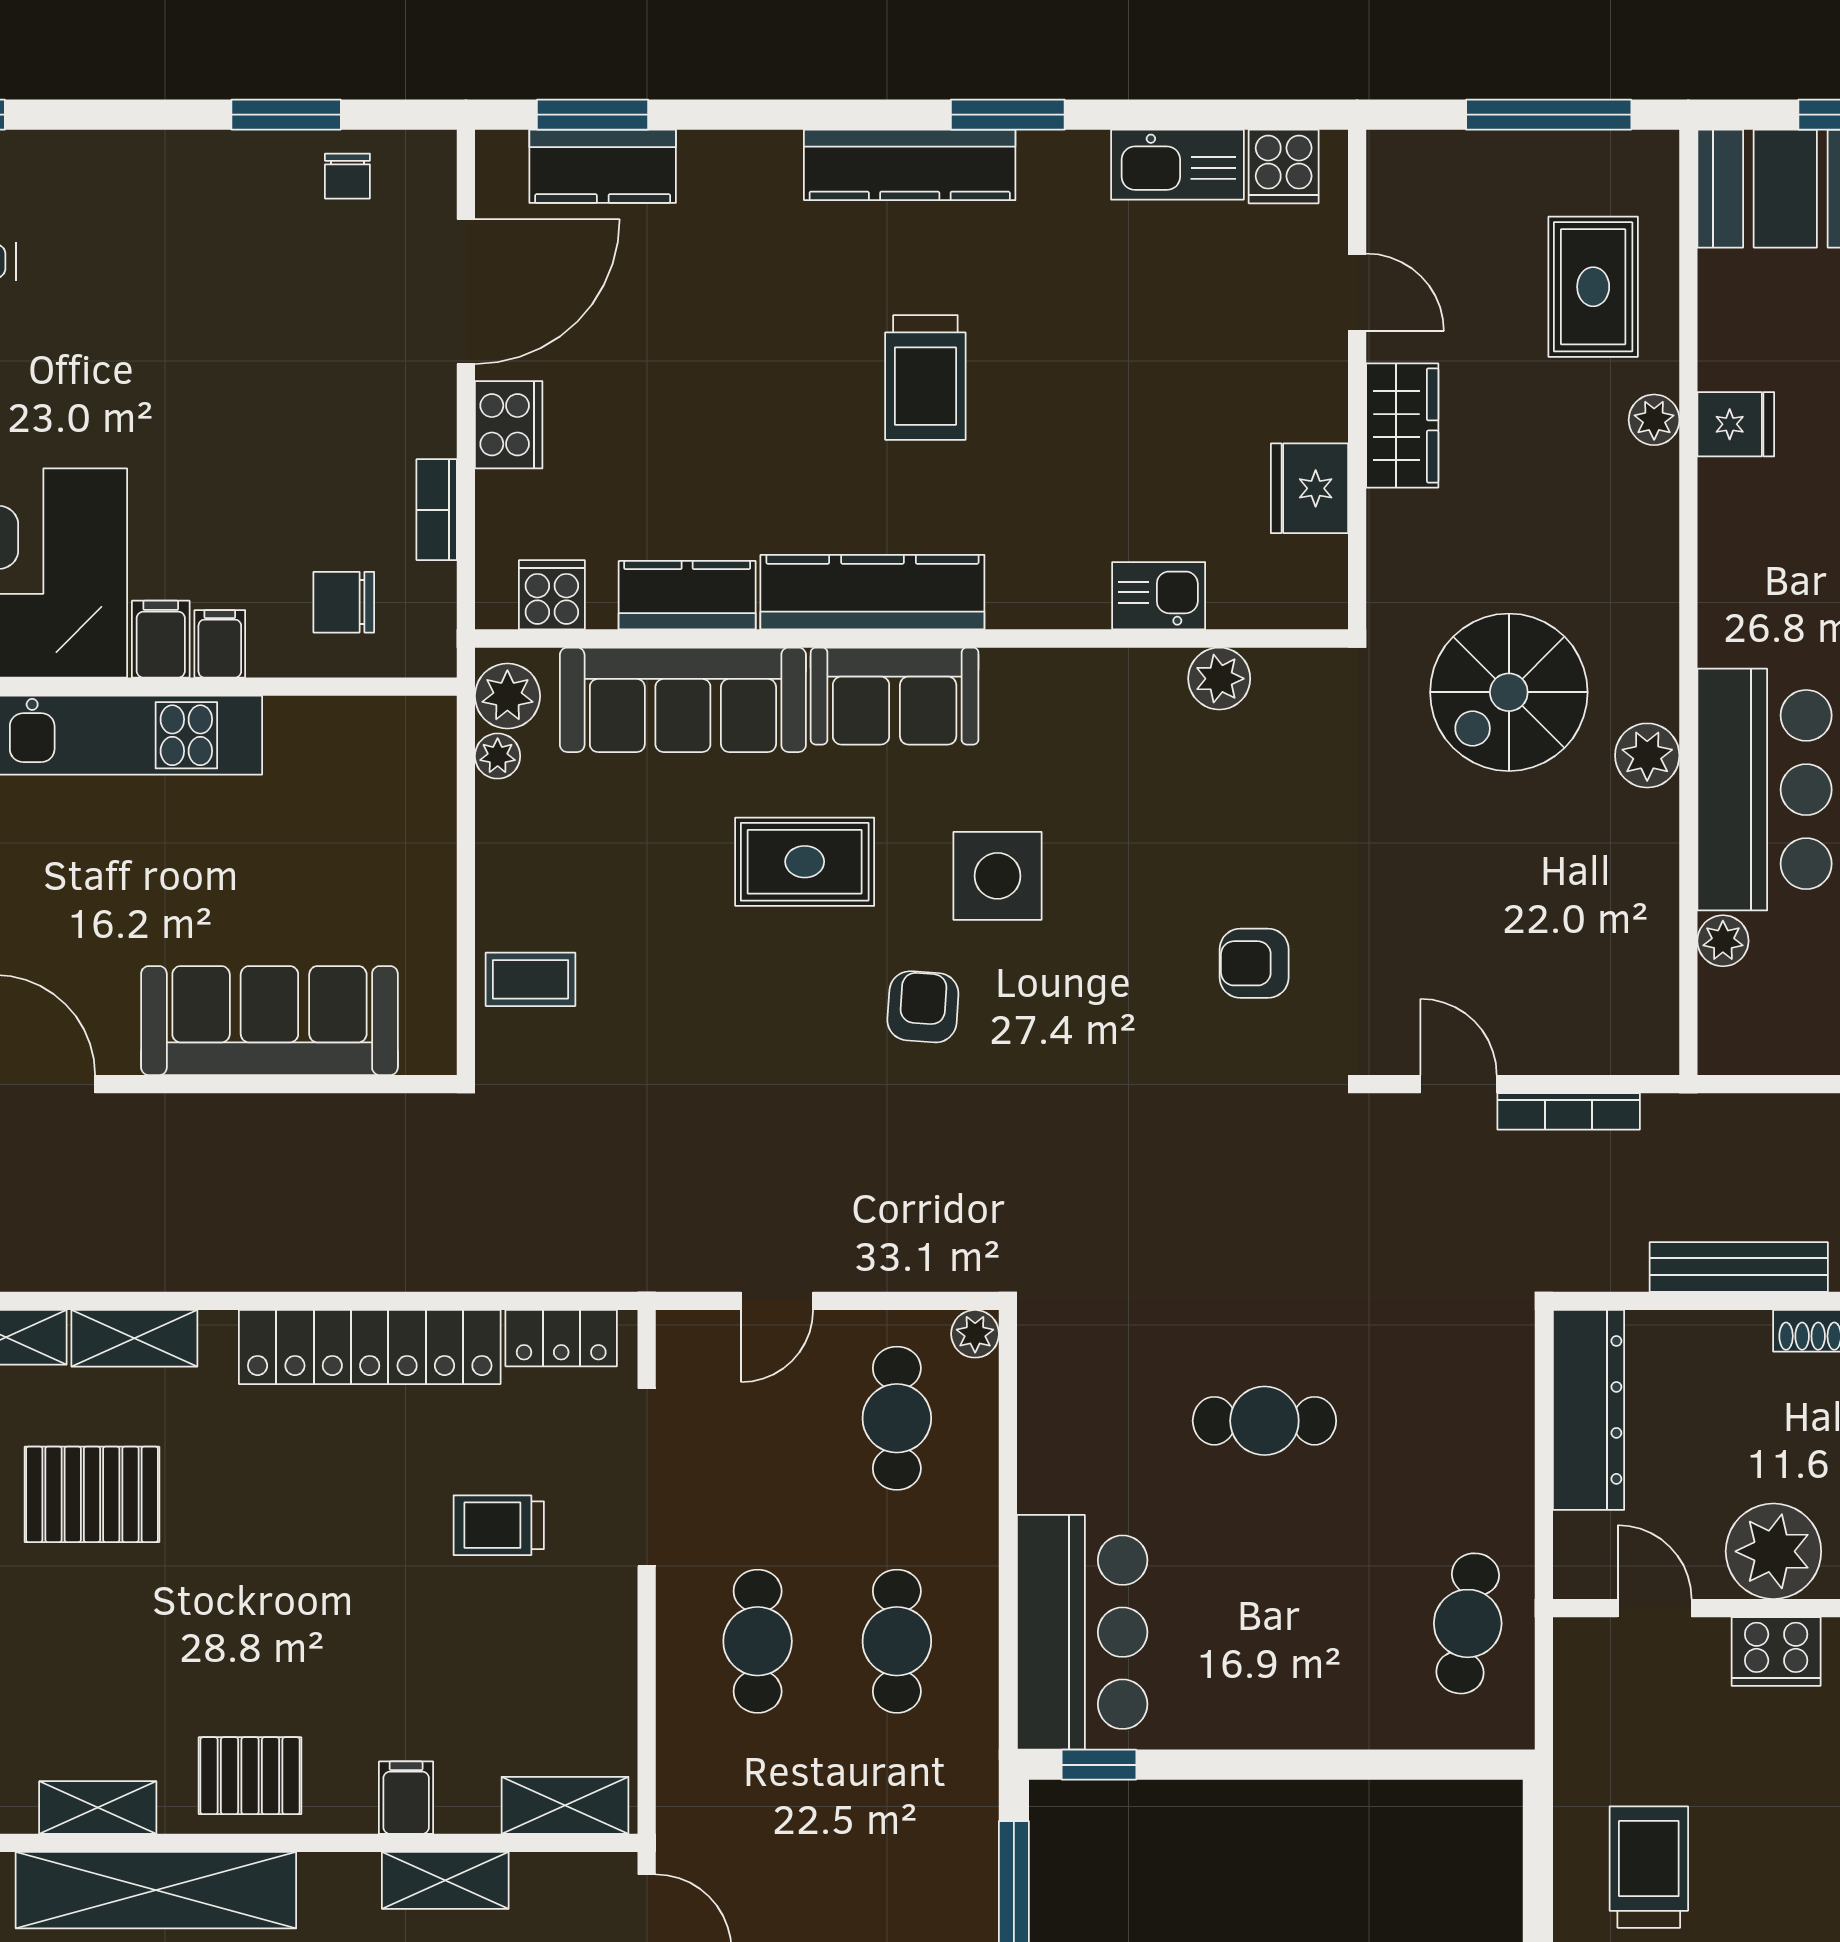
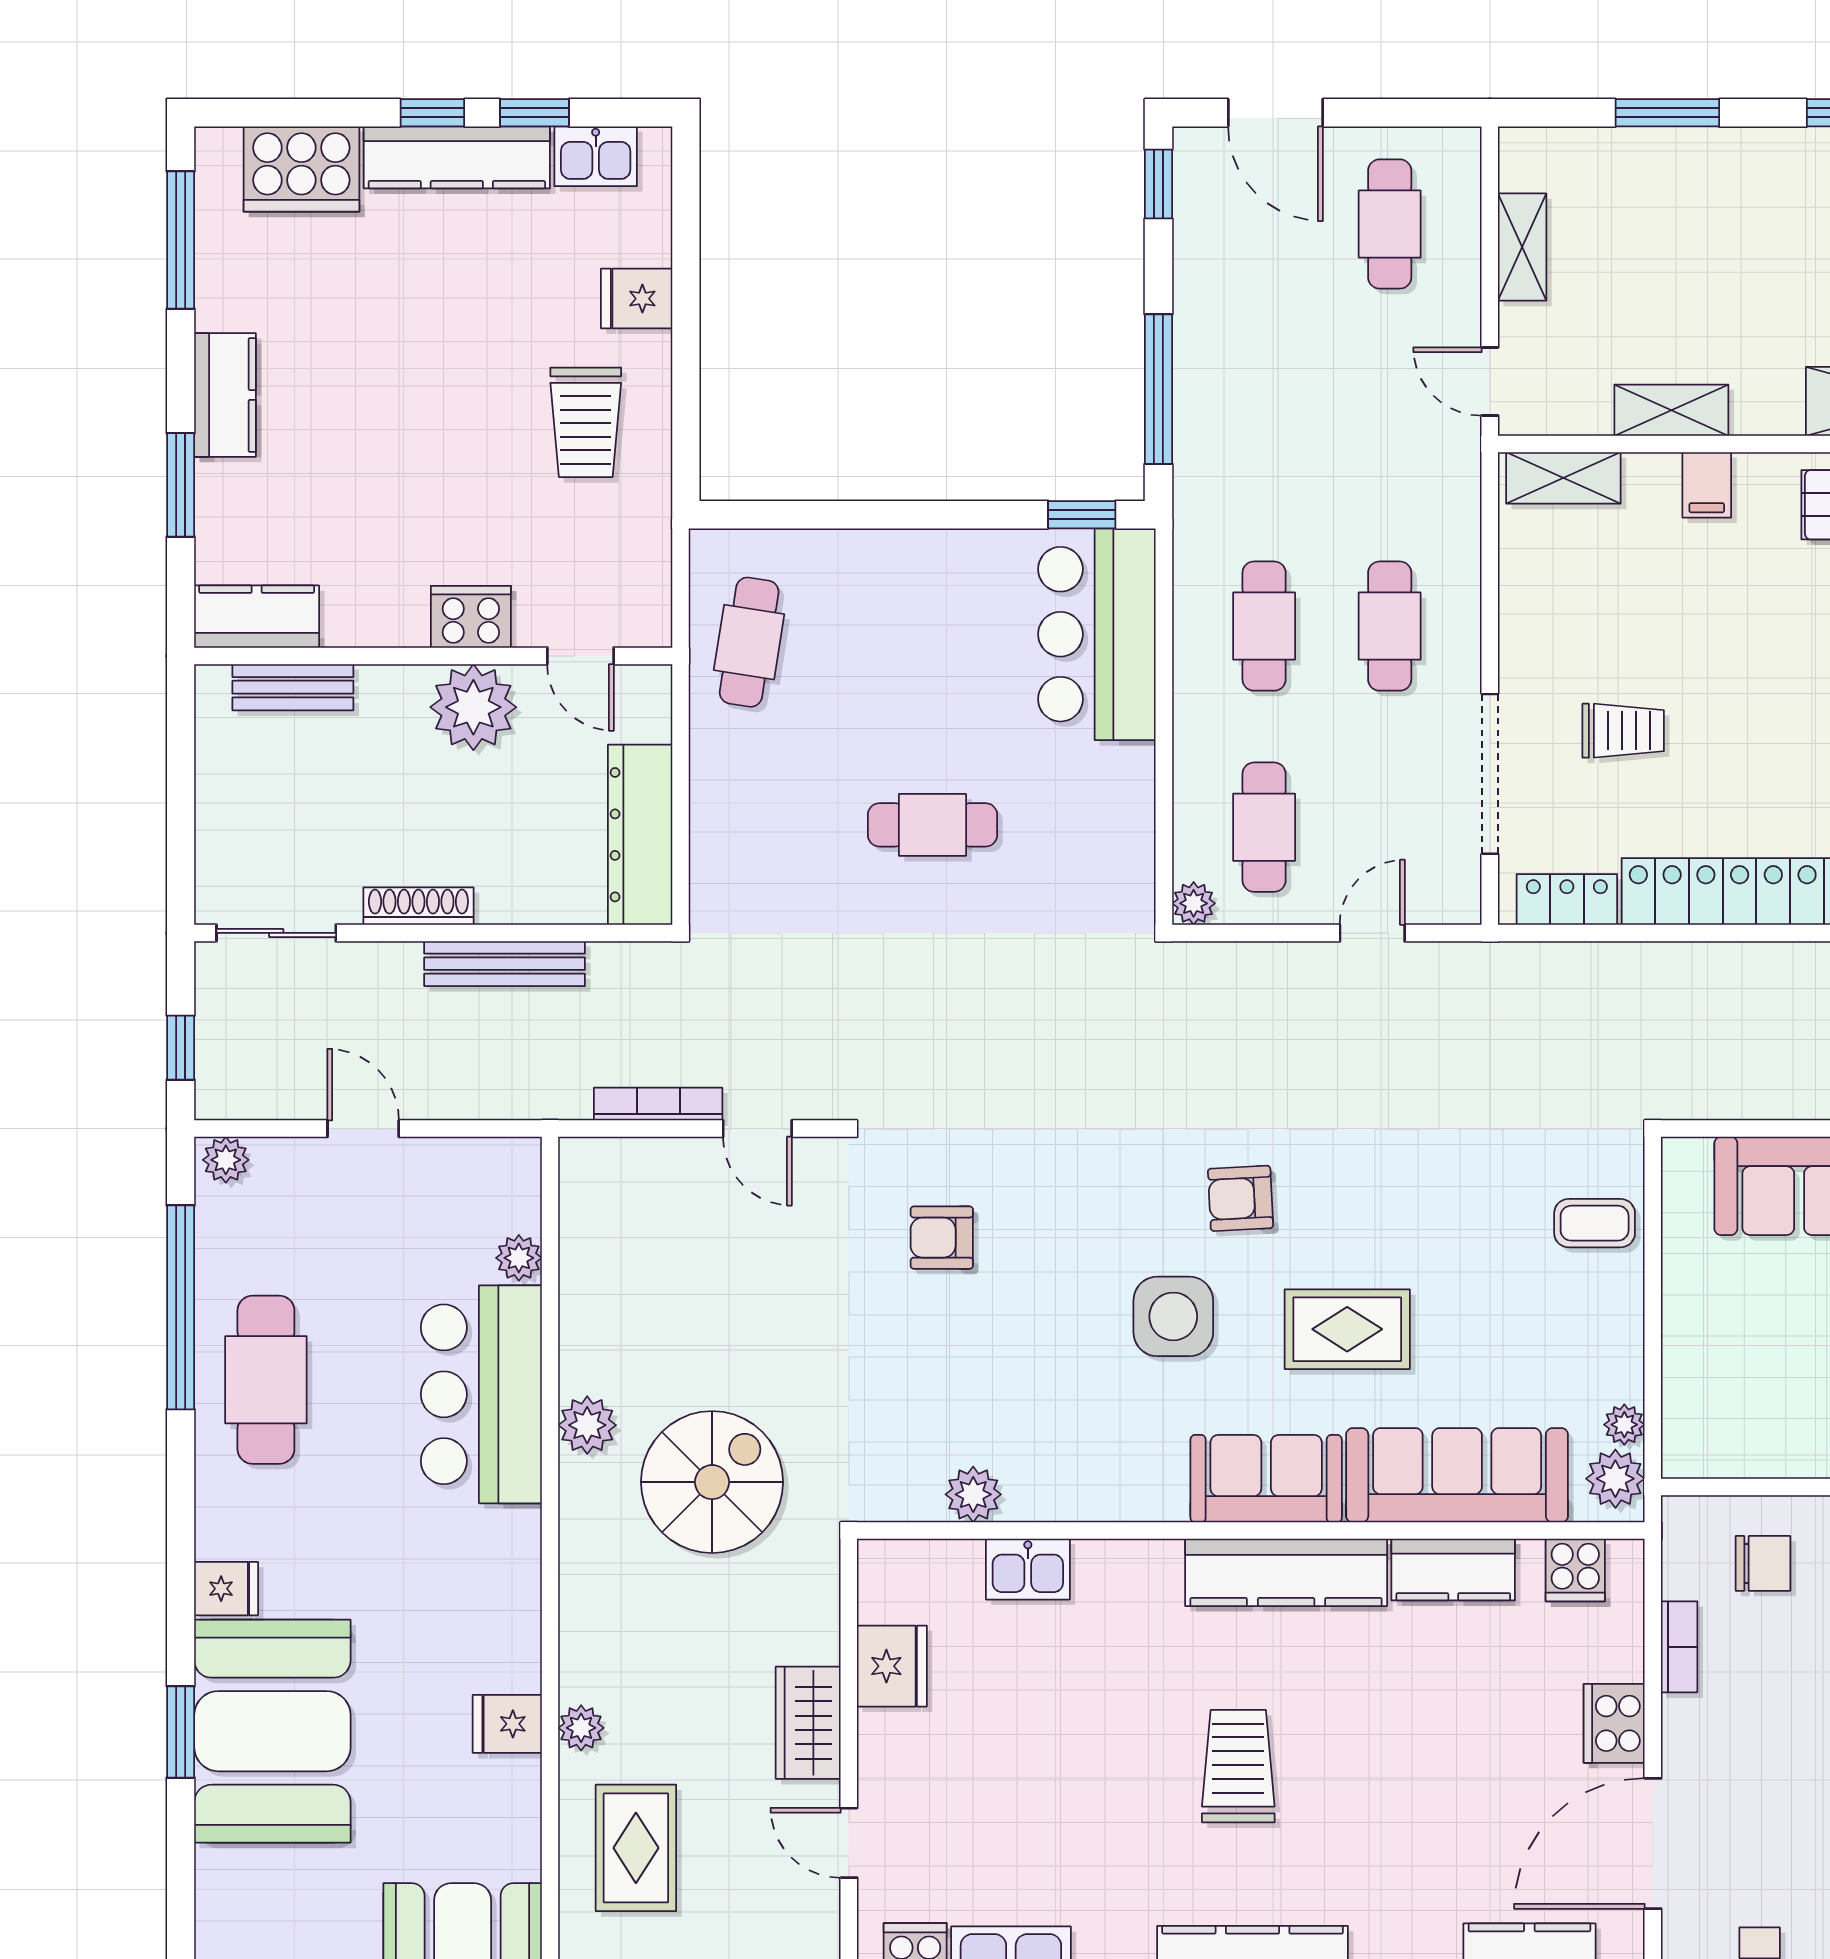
armchair: (1254, 963) -> (942, 1238), turned 180
armchair: (923, 1007) -> (1241, 1198), turned 83

